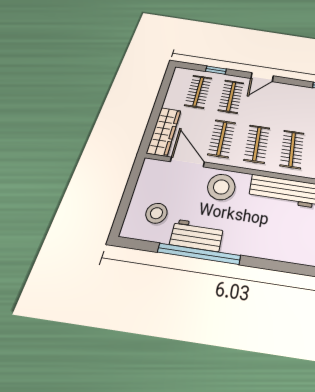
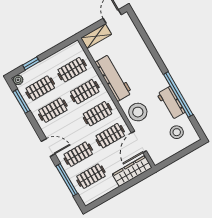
window: (216, 70) -> (67, 180), width x2.17
clothes rail: (297, 106) -> (53, 110), added

